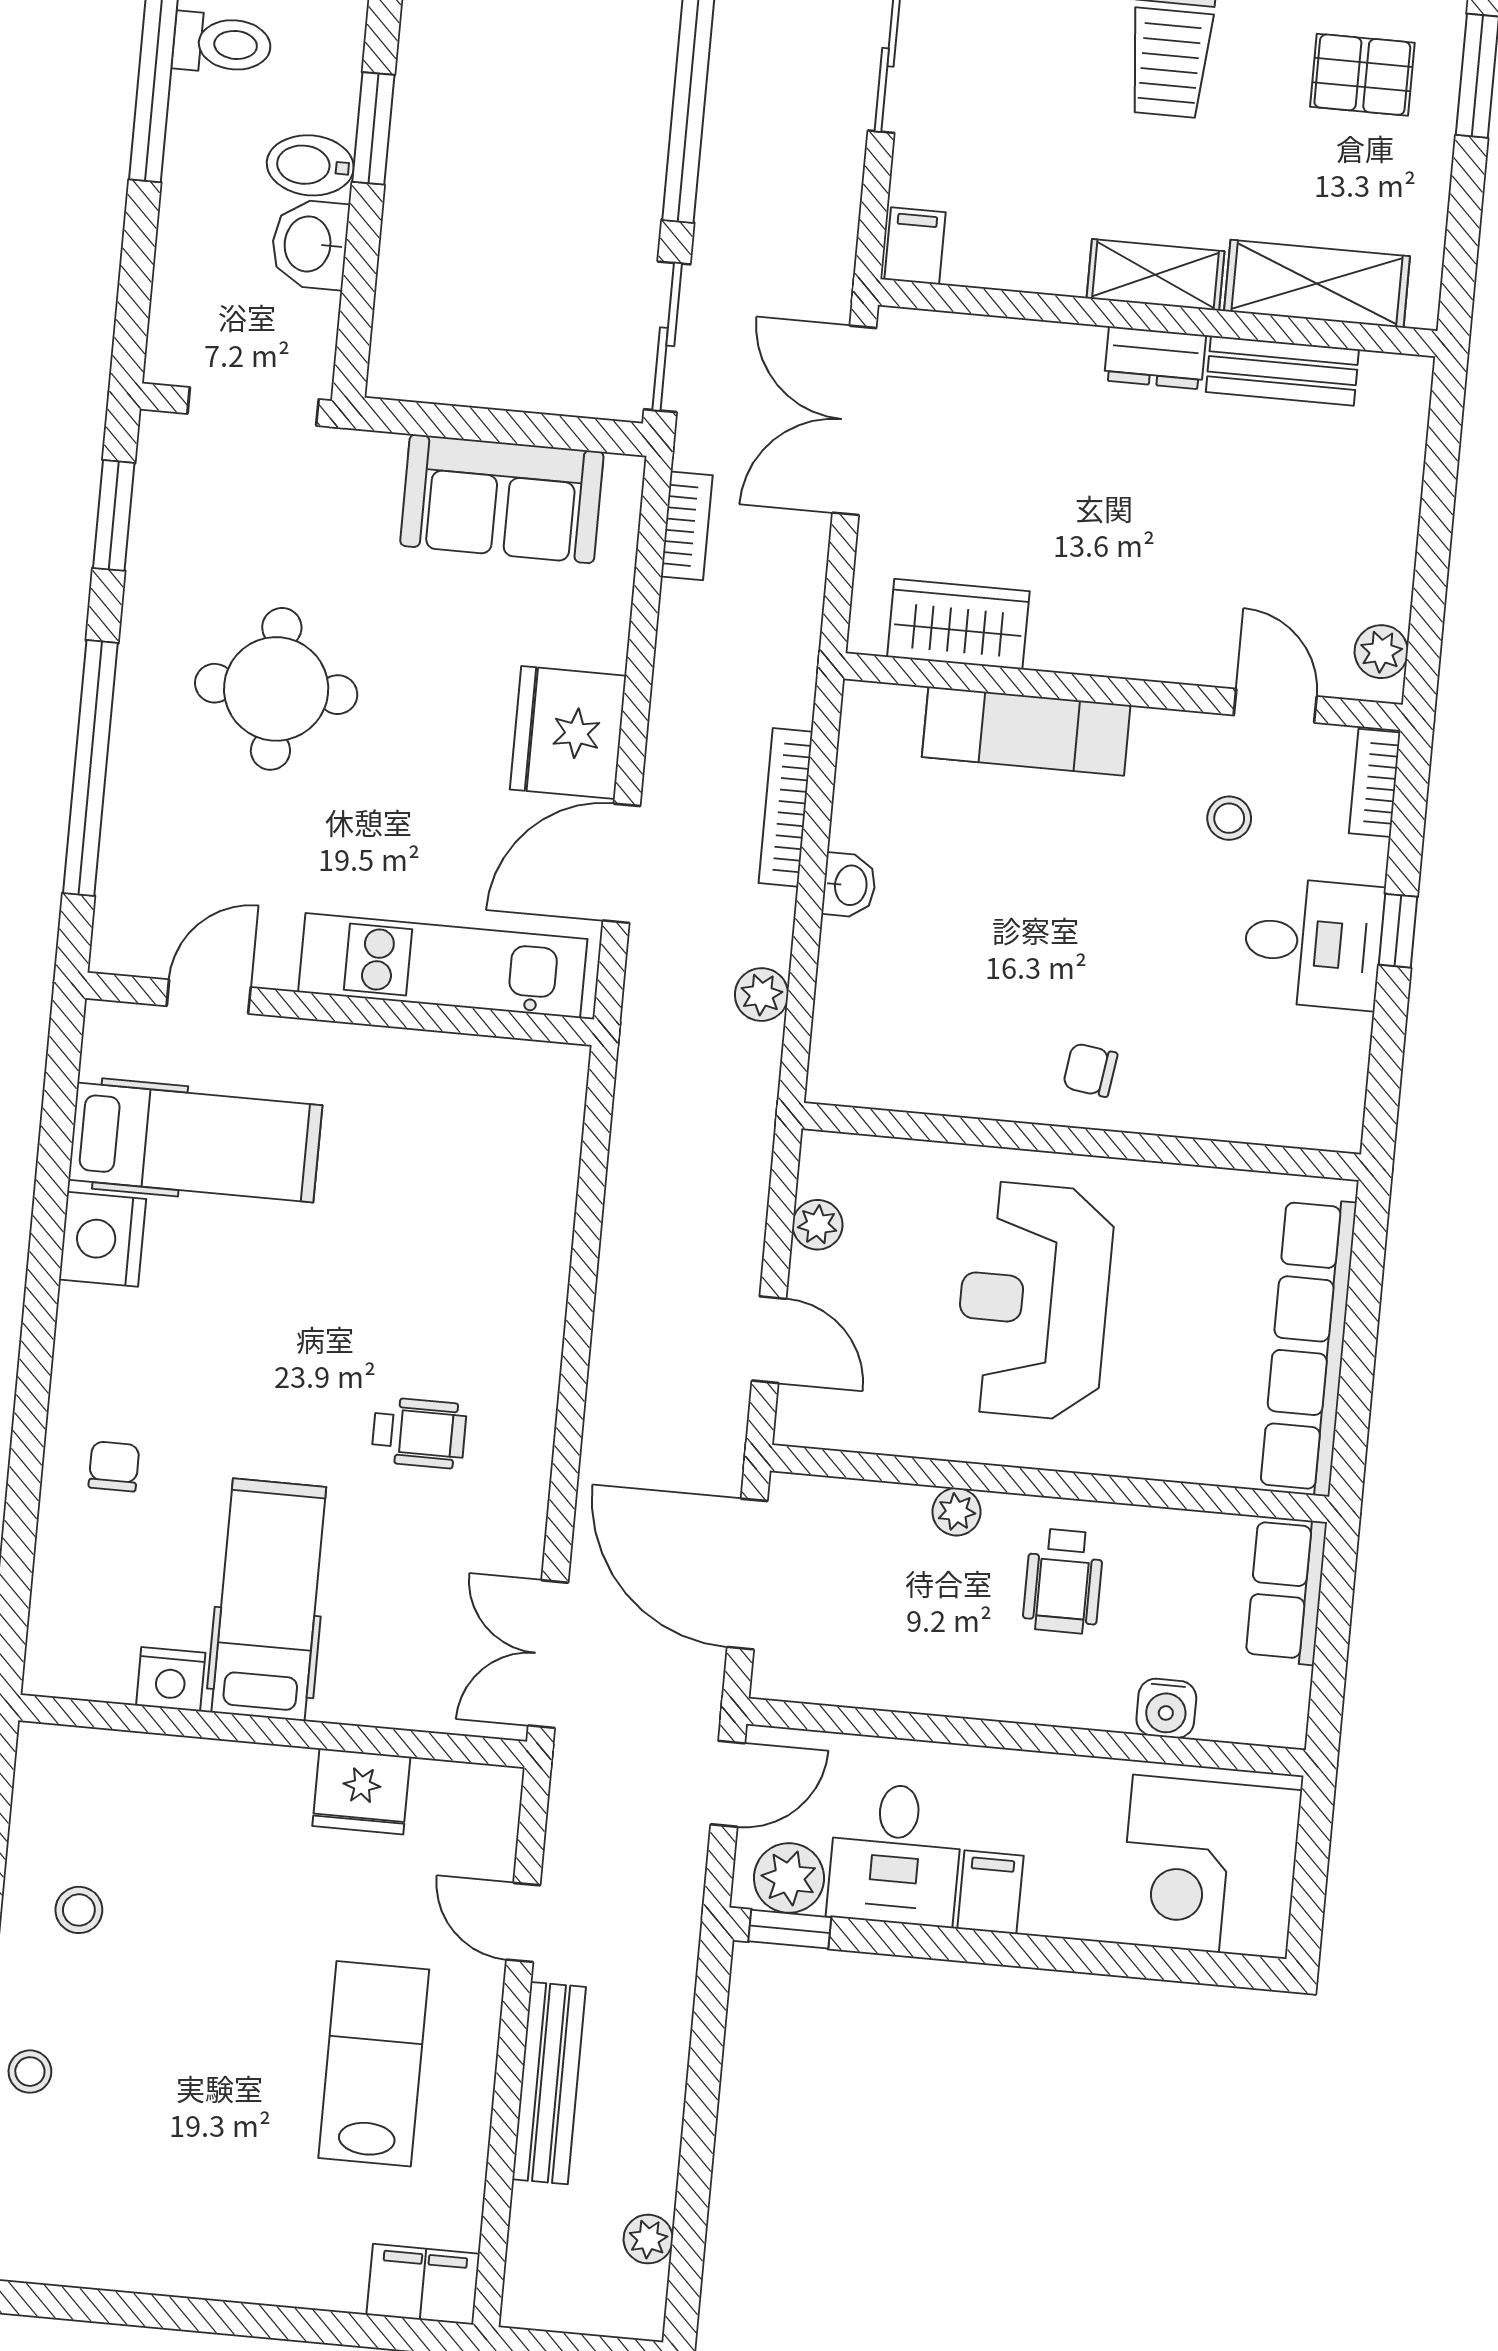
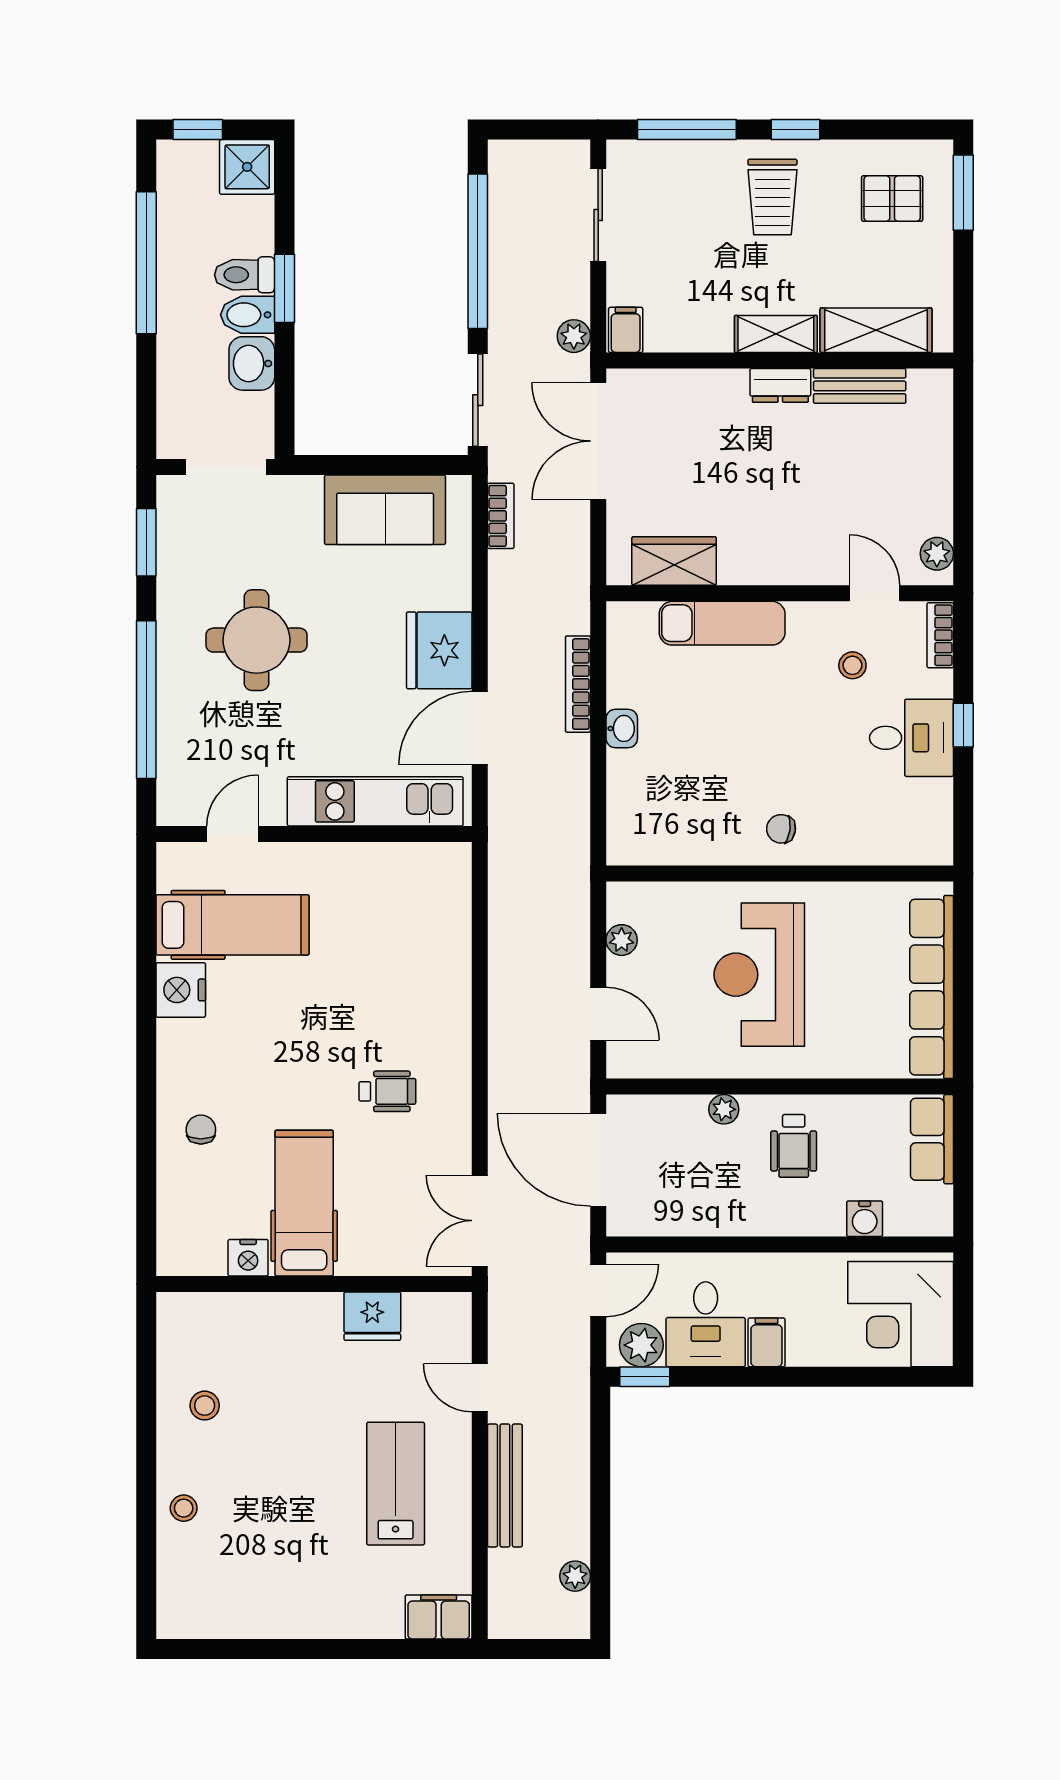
toilet: (222, 44) -> (245, 275), moved, turned 180
plant: (762, 995) -> (574, 336), moved

